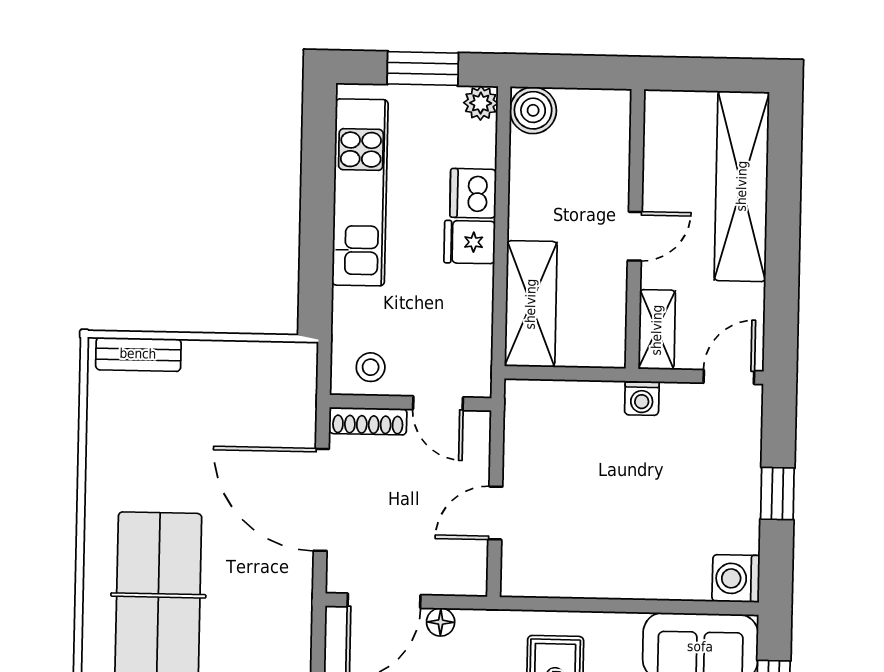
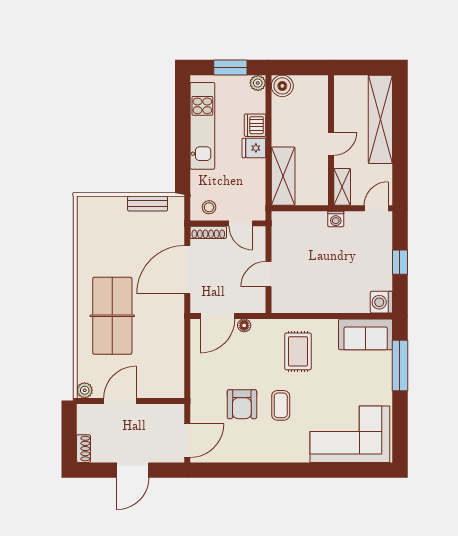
bench: (138, 354) -> (148, 204), moved
door: (321, 500) -> (187, 270), hinge flipped

